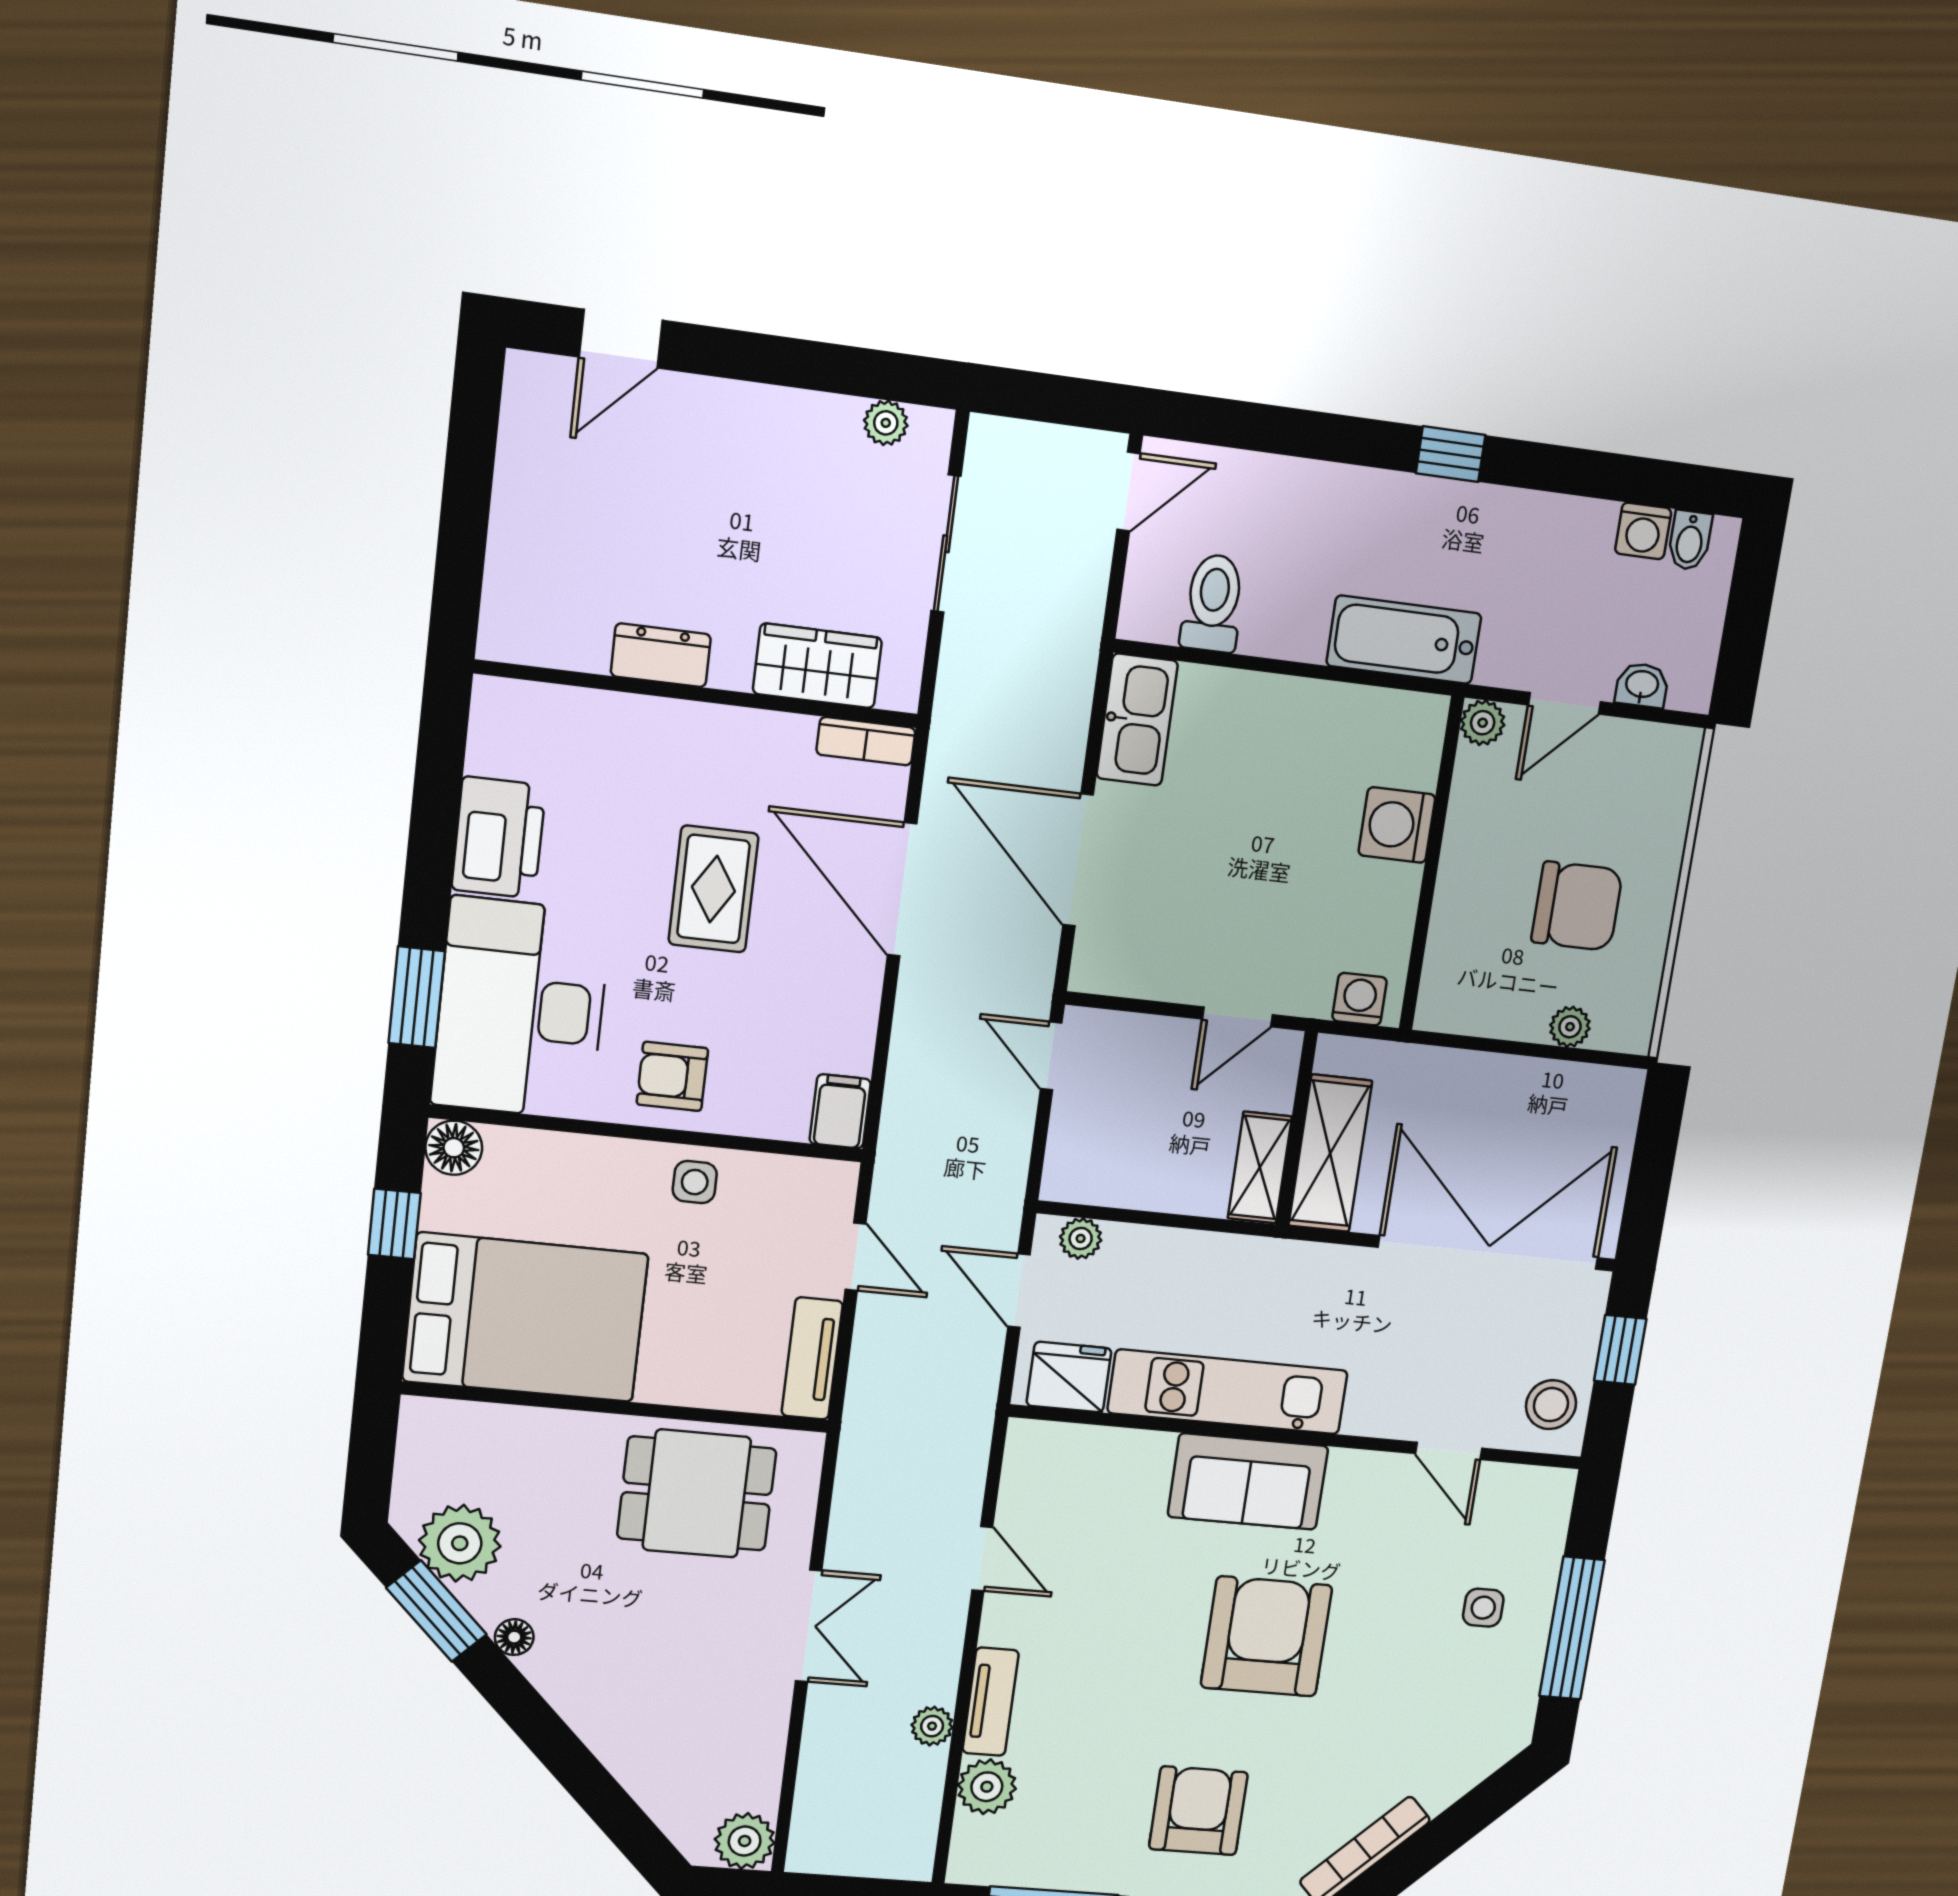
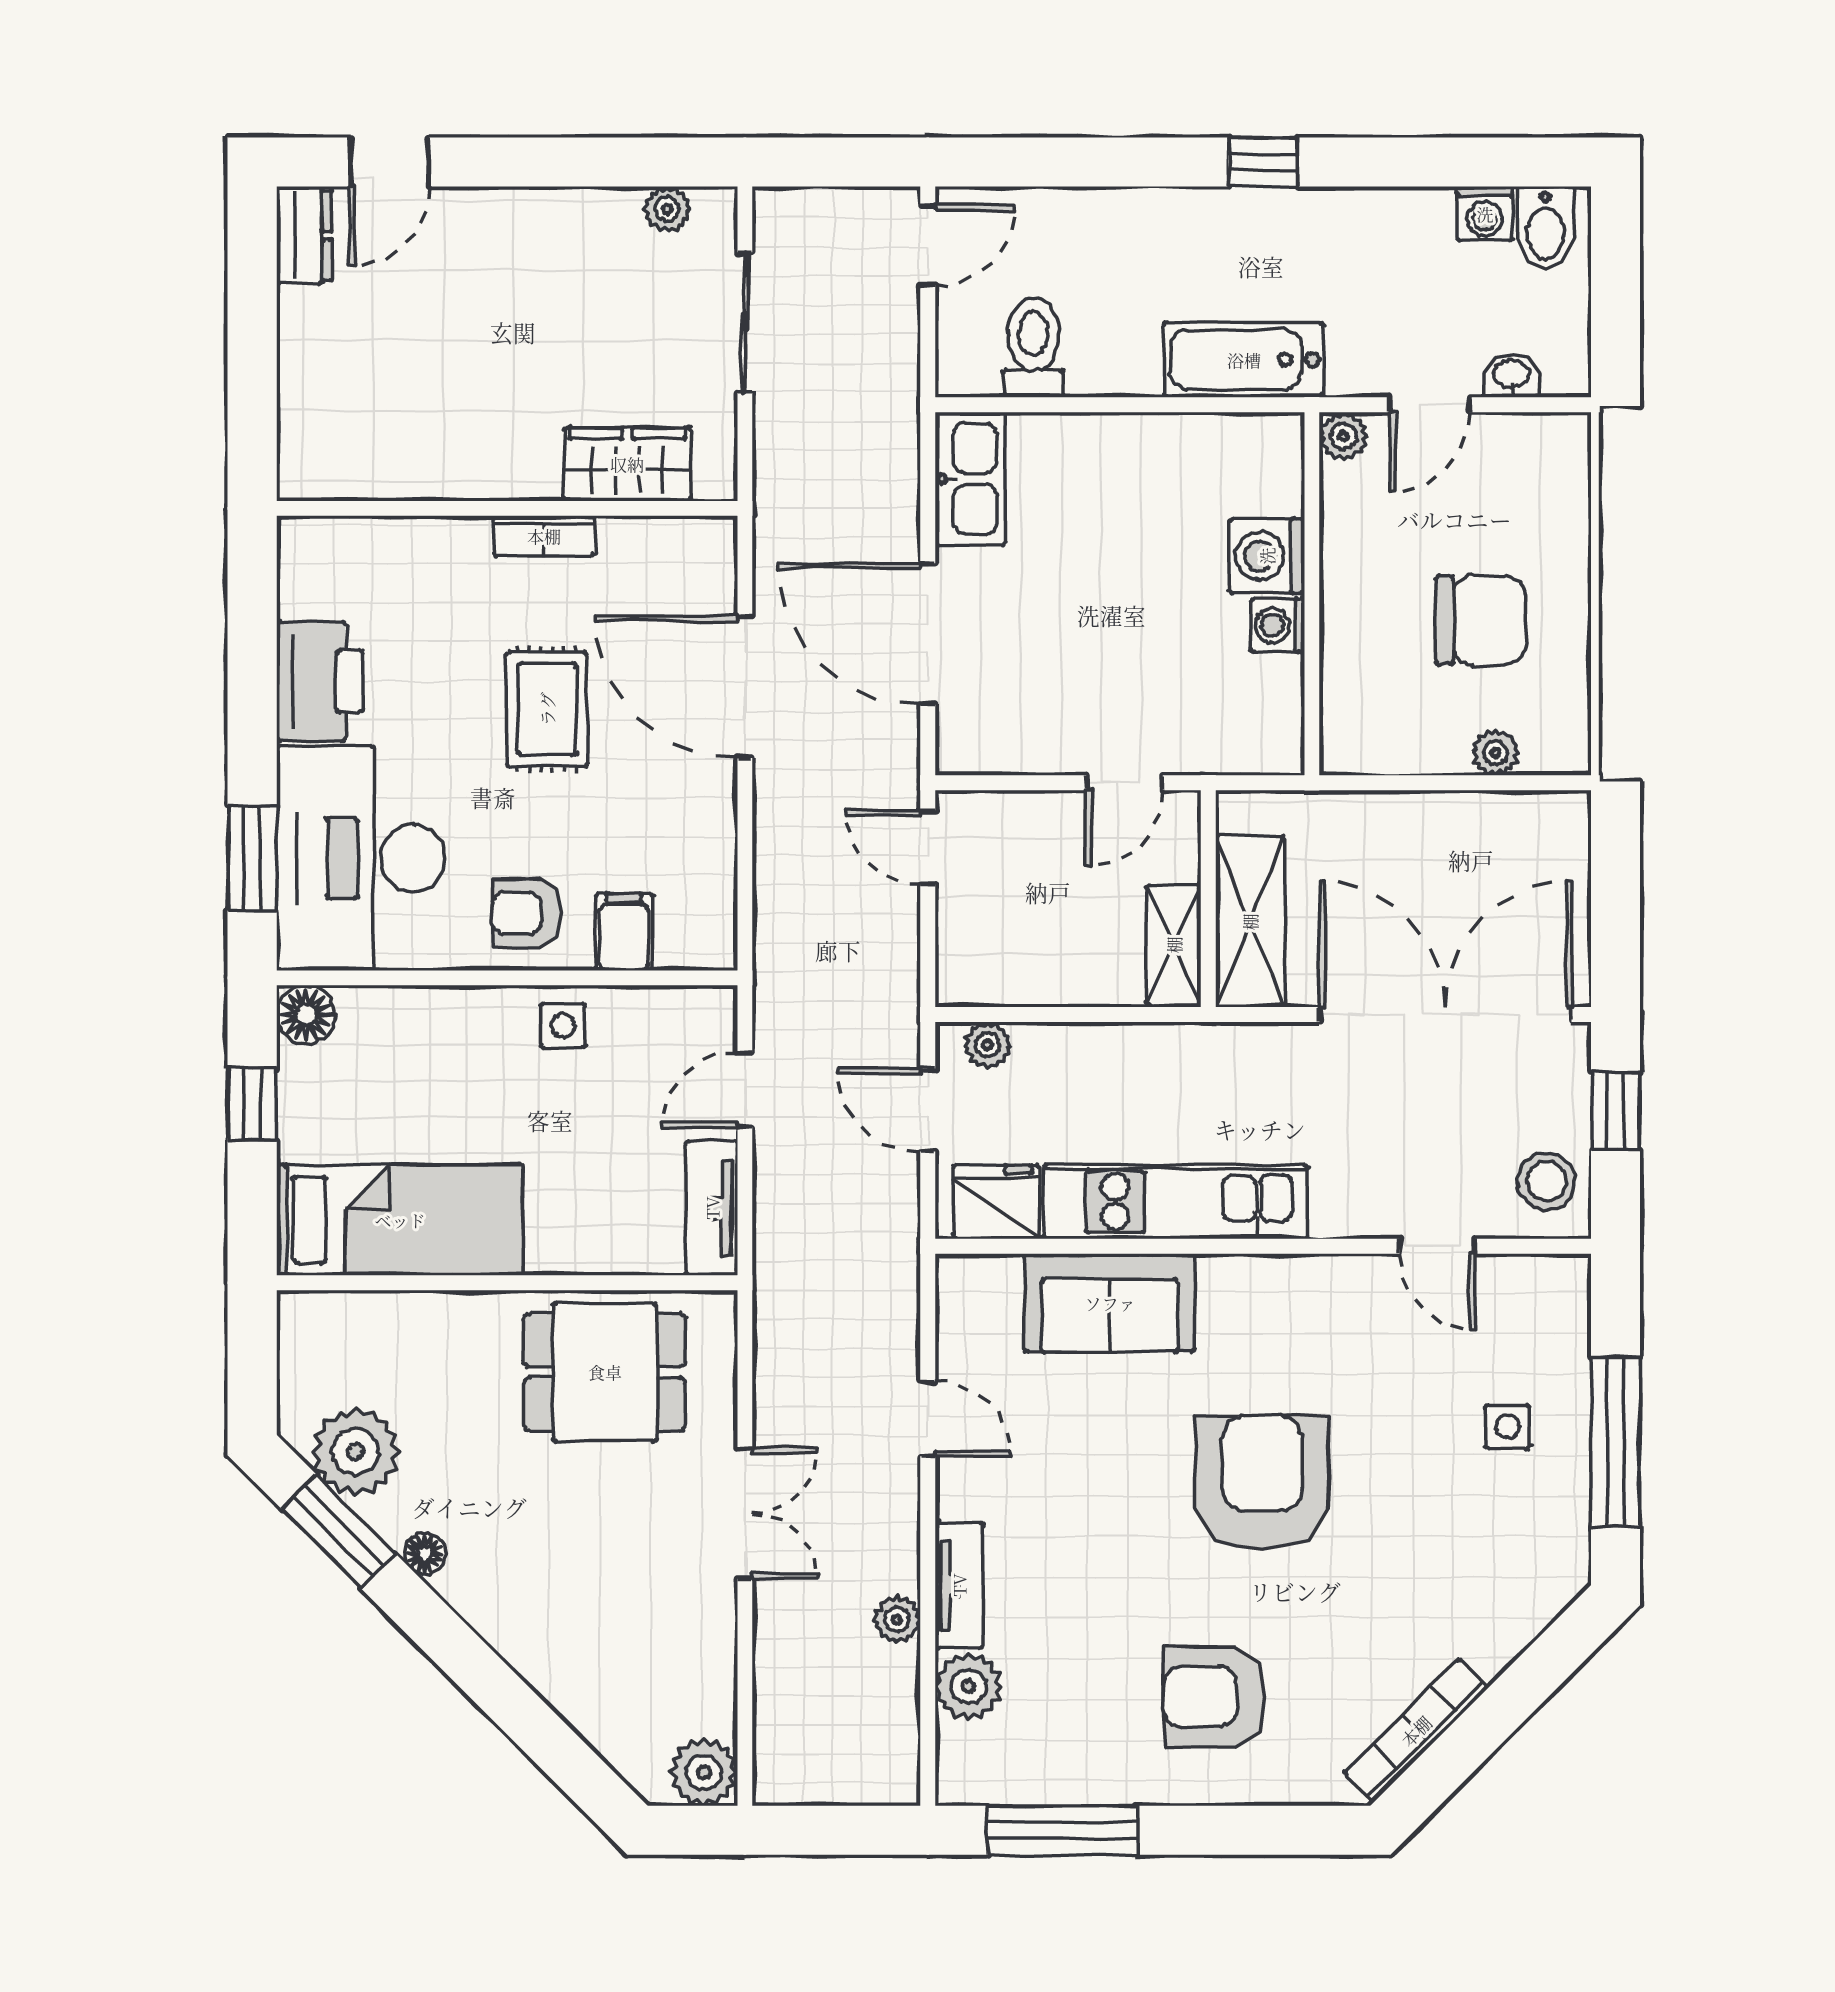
bidet: (1690, 540) -> (1545, 228), width x1.38, depth x1.36
dresser: (661, 655) -> (304, 236), moved, turned 90
bookcase: (866, 741) -> (544, 536), moved
washing machine: (1360, 999) -> (1278, 625), moved, turned -90
filing cabinet: (840, 1111) -> (624, 932), moved
door: (855, 1257) -> (745, 1090), swing flipped
bed: (525, 1318) -> (400, 1220), width x0.67
sofa: (1248, 1482) -> (1110, 1303), moved
armchair: (1198, 1811) -> (1215, 1696), turned -90

